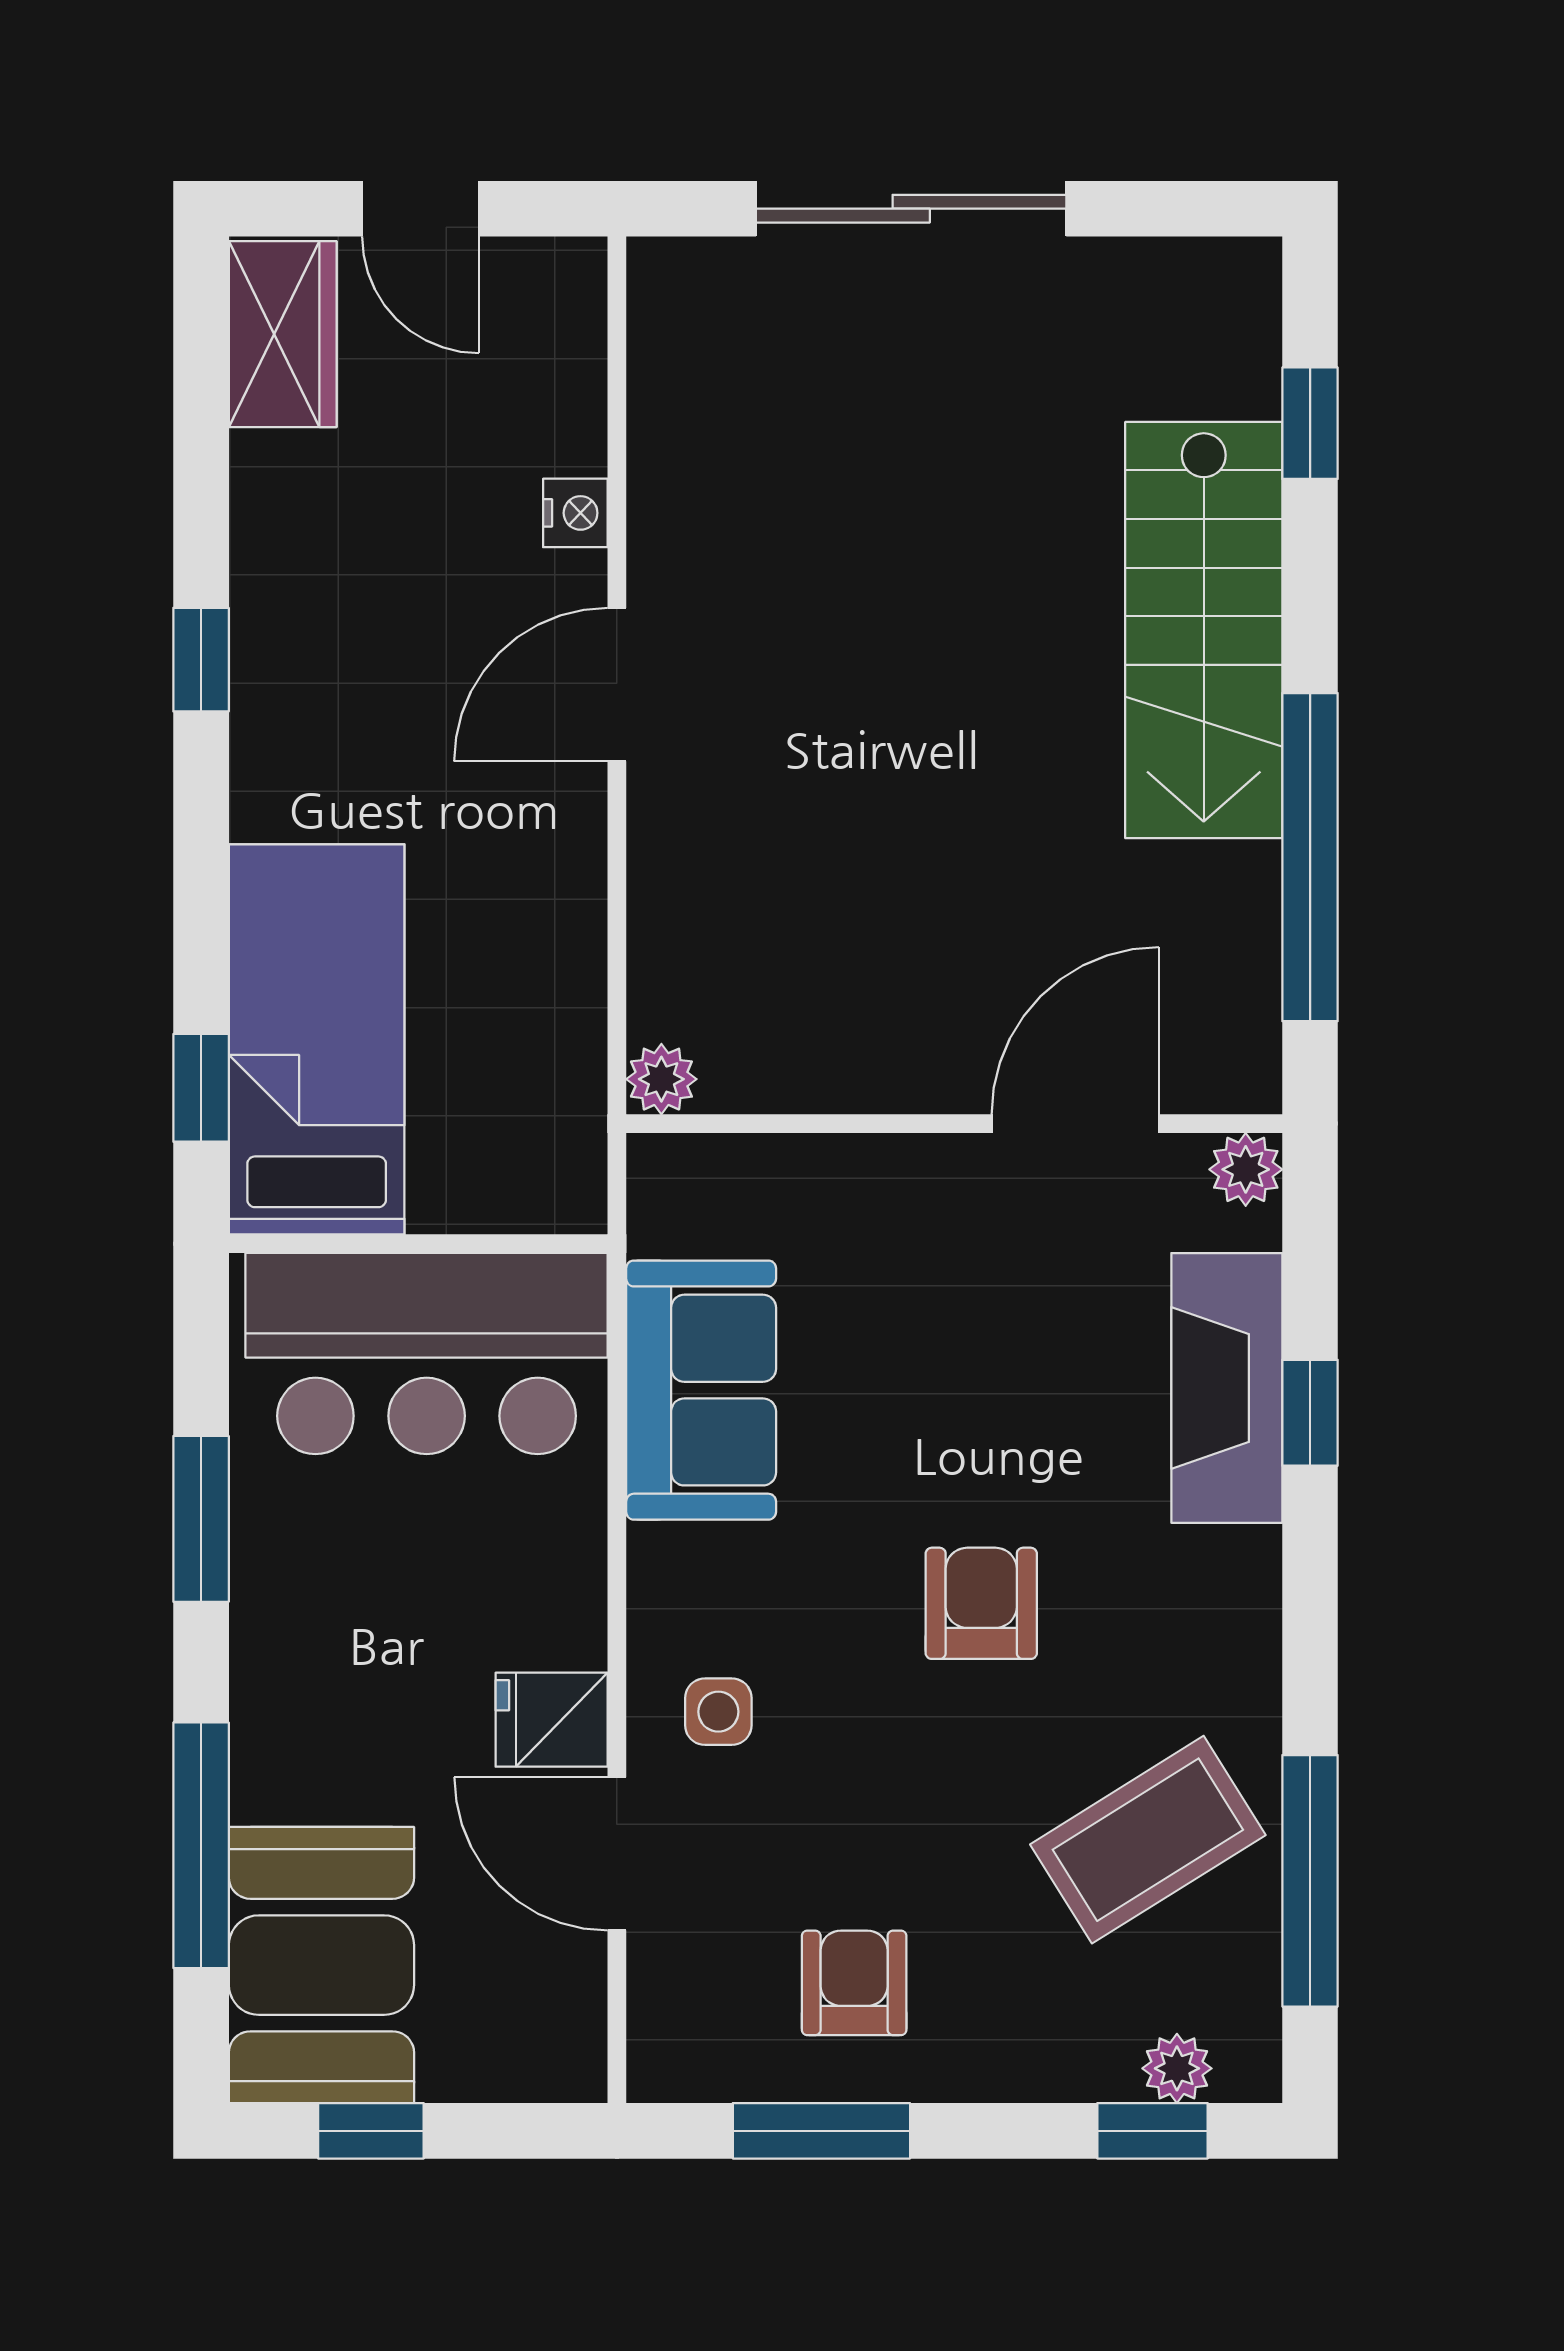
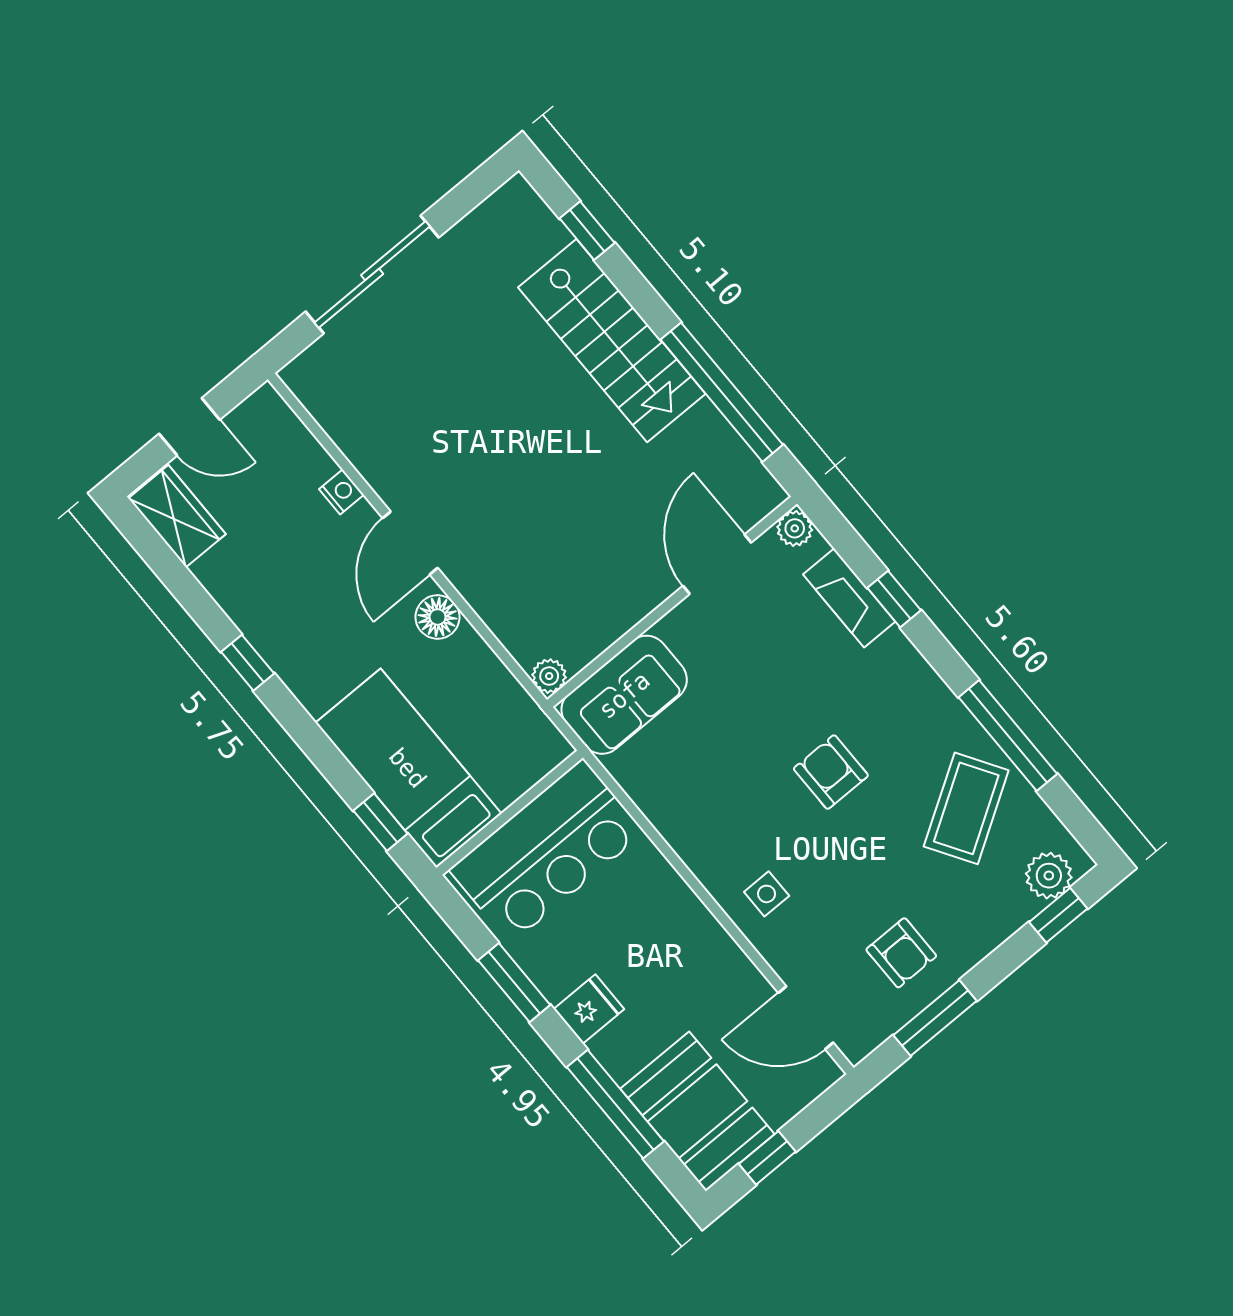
floor lamp: (563, 838) -> (438, 617), added
fireplace: (1227, 1388) -> (849, 598), width x0.73, depth x0.76
sofa: (701, 1390) -> (624, 695), moved, turned 90
fridge: (552, 1720) -> (589, 1009), moved, turned 180
door: (617, 1854) -> (806, 1018), moved
window: (1310, 1881) -> (1008, 736), moved
armchair: (854, 1983) -> (901, 953), turned 180
plant: (1177, 2068) -> (1049, 876), width x1.38, depth x1.38

